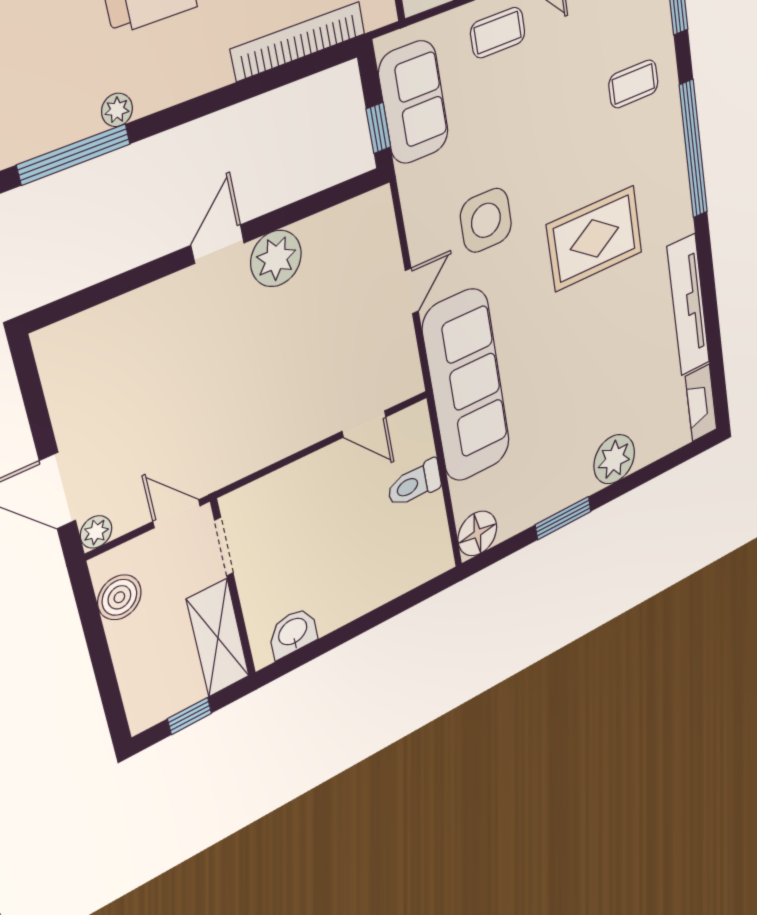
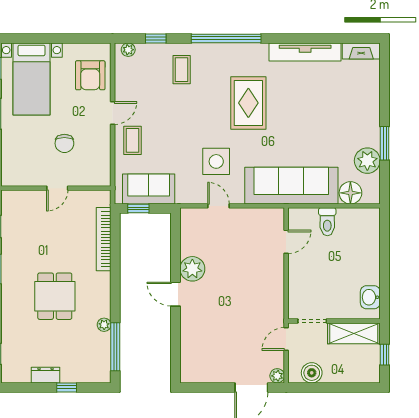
window: (378, 128) -> (138, 209), moved
door: (412, 291) -> (219, 206), moved
plant: (614, 459) -> (367, 161), moved
floor lamp: (477, 533) -> (350, 193), moved

